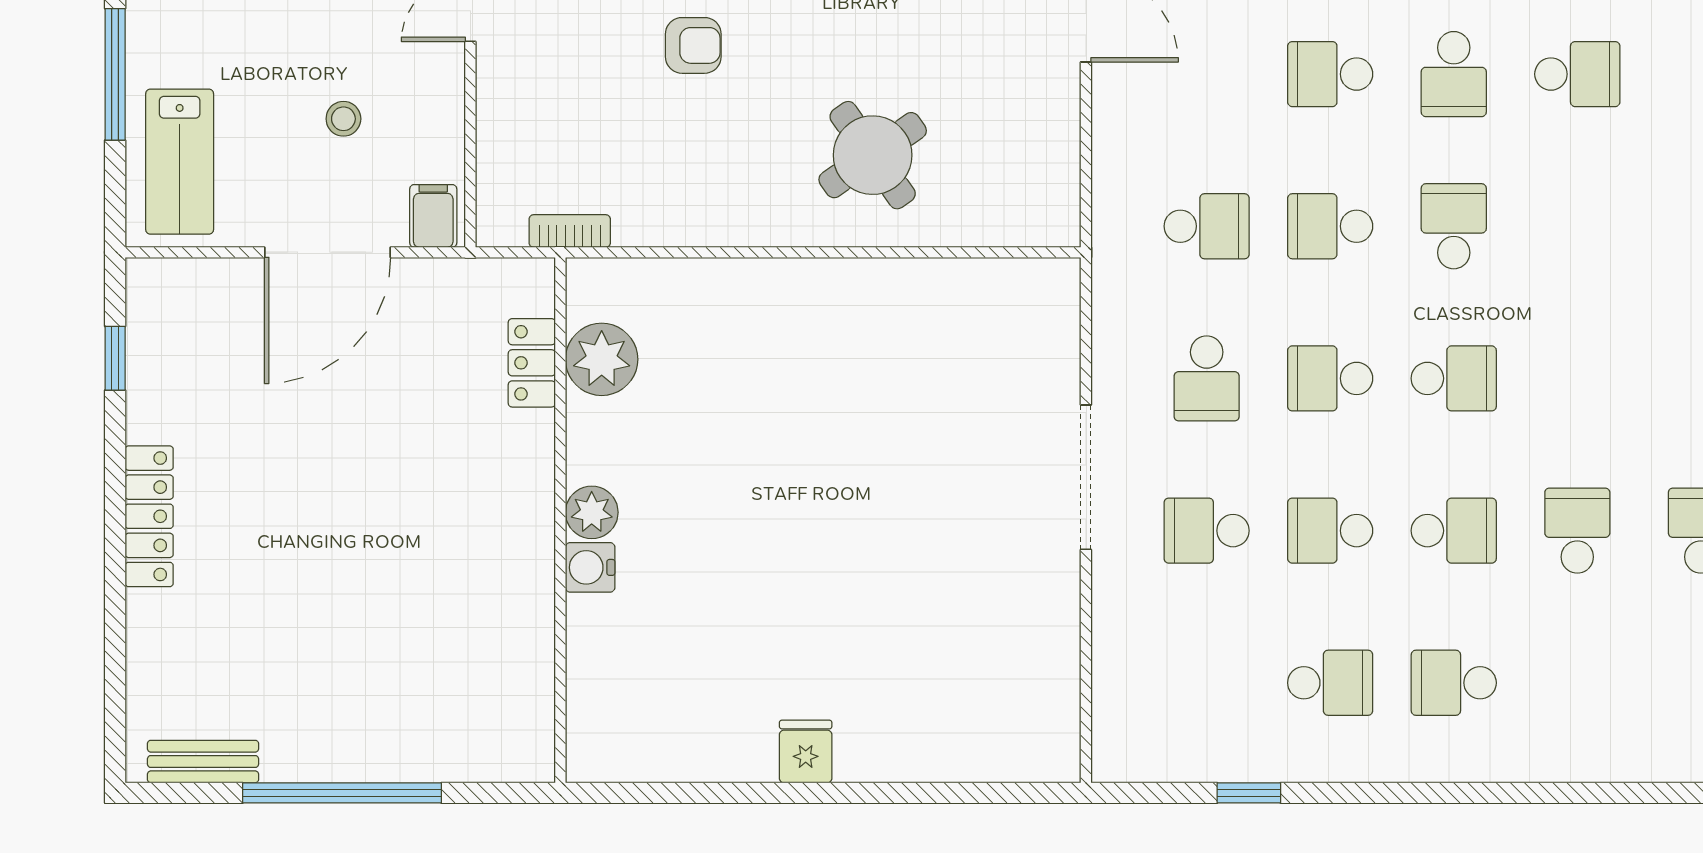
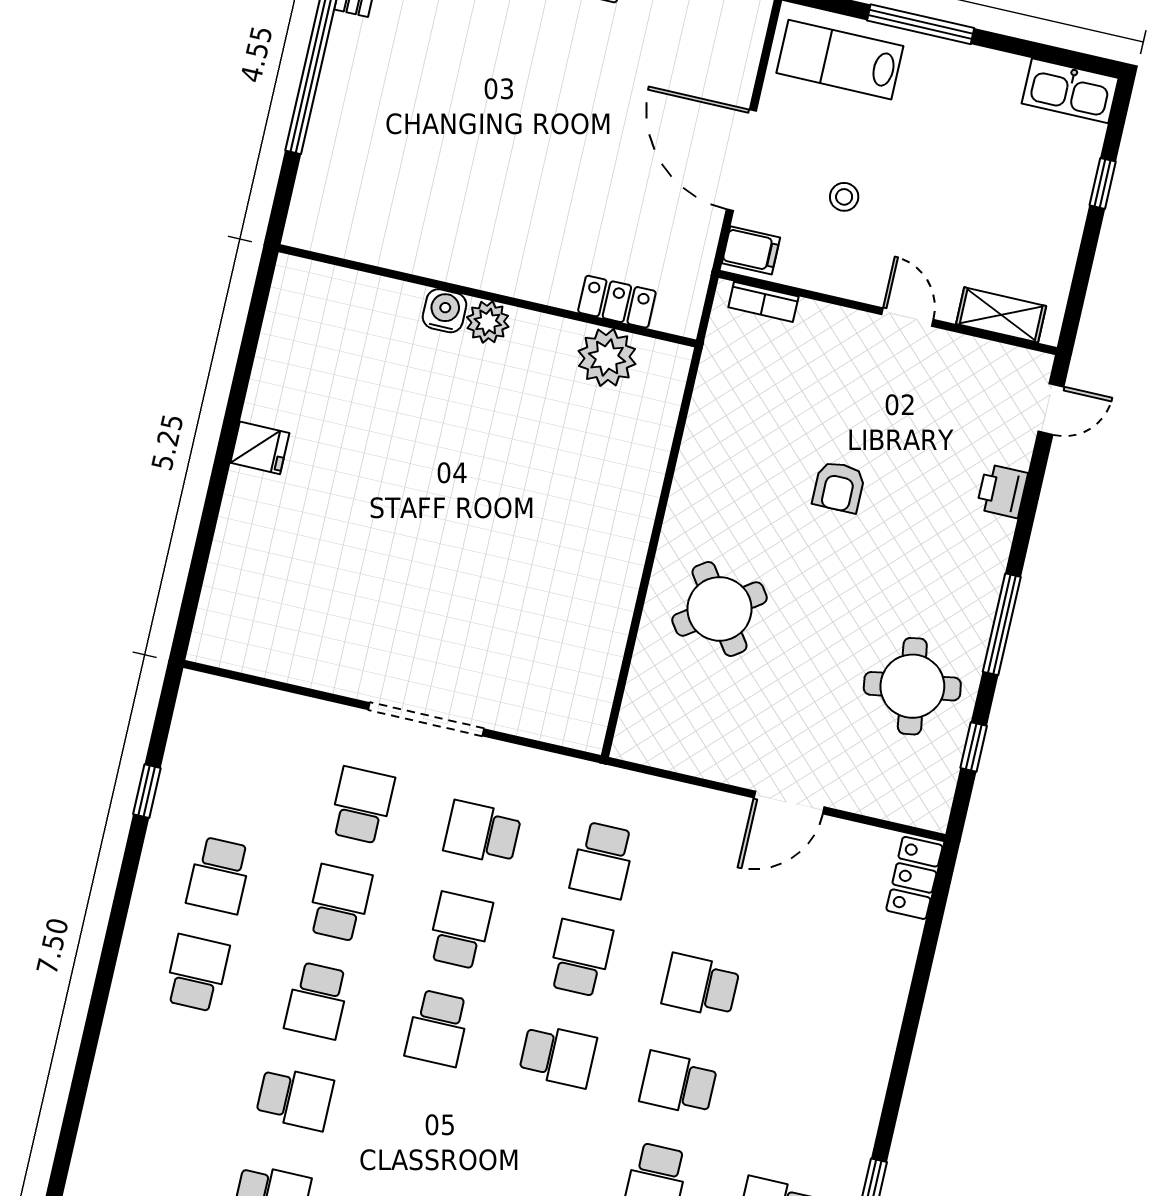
school desk: (1330, 74) -> (701, 986), turned -90
bookcase: (570, 231) -> (763, 302), moved, turned 90

